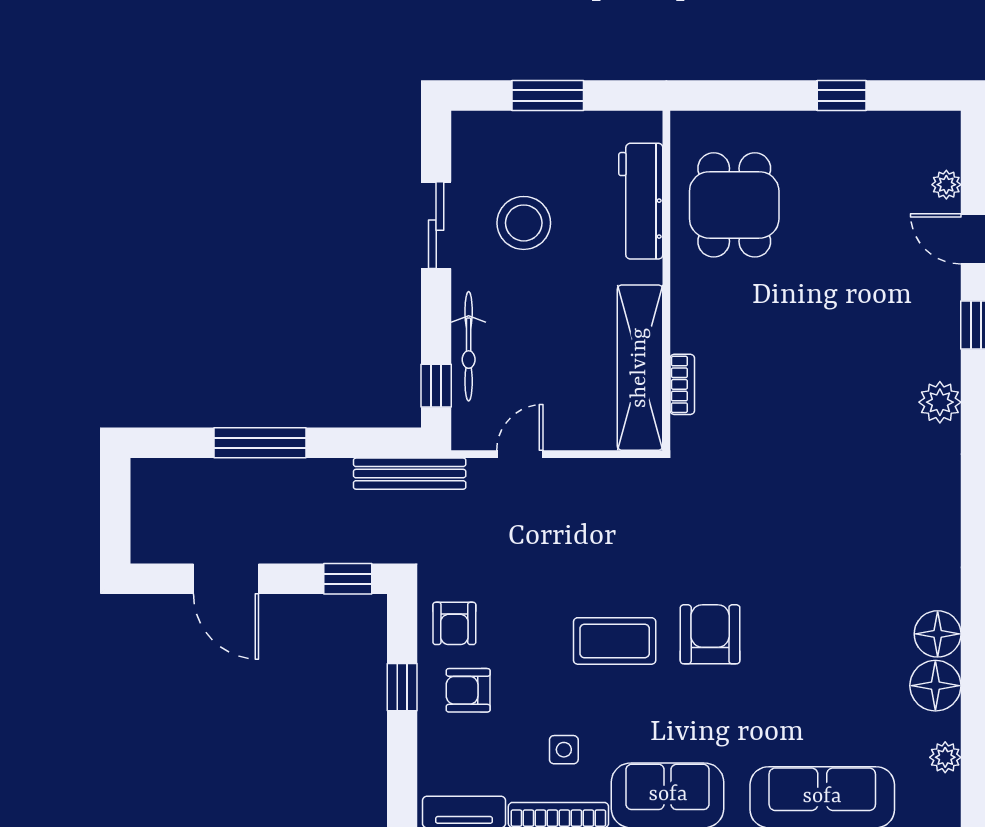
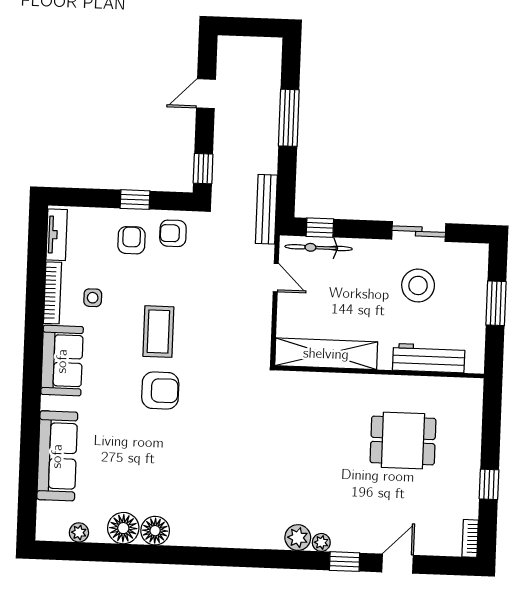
plant: (946, 185) -> (321, 542), moved
dining table: (734, 205) -> (403, 440), moved
bicycle: (469, 346) -> (319, 248), moved
bookcase: (682, 384) -> (470, 538), moved, turned 90
door: (226, 579) -> (206, 94), width x0.73

